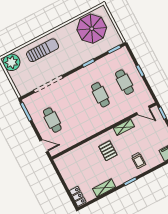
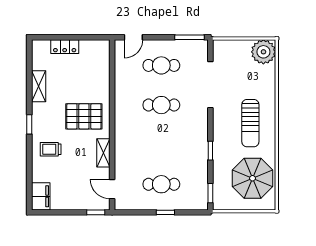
sun lounger: (43, 50) -> (250, 123), moved
cafe table: (100, 95) -> (161, 105), moved
door: (143, 110) -> (112, 189), hinge flipped
pallet: (108, 151) -> (84, 116), width x1.50, depth x1.42
locker: (78, 196) -> (65, 47), moved

